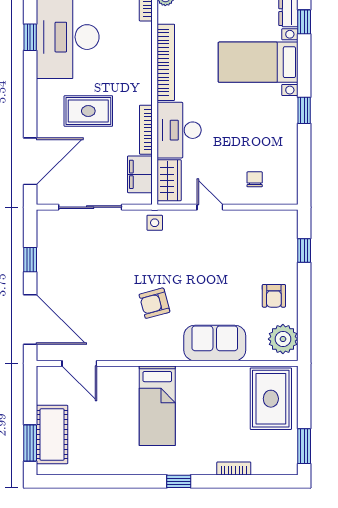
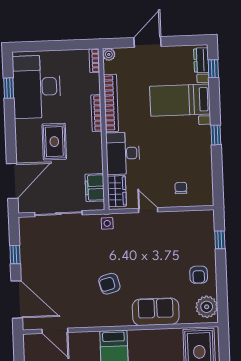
rug: (88, 111) -> (54, 142), turned 90
bookcase: (146, 130) -> (96, 113), moved

